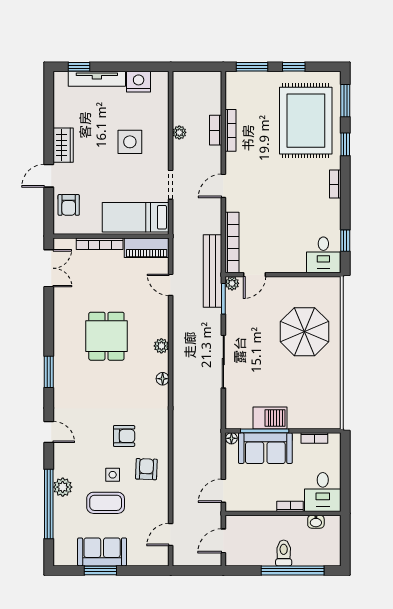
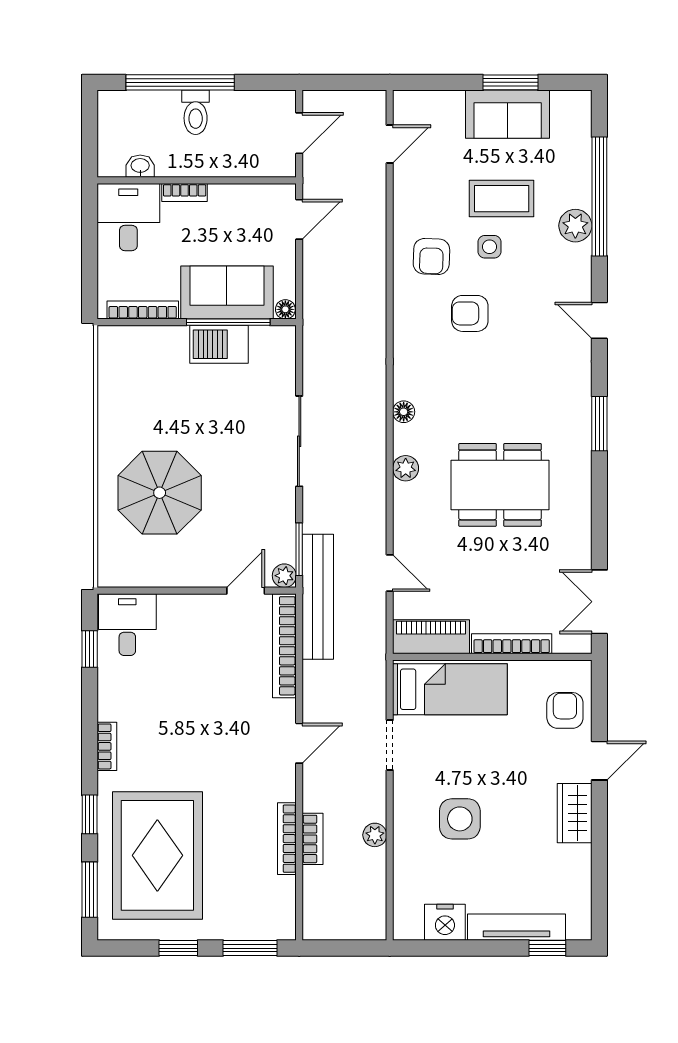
dining table: (106, 336) -> (500, 485), width x1.38
bookcase: (314, 438) -> (143, 310), width x1.56

